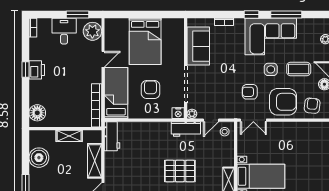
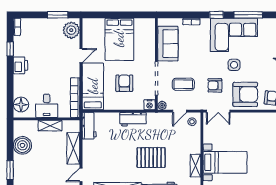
desk: (64, 31) -> (47, 106), moved, turned 180
window: (25, 69) -> (10, 49), moved
coffee table: (299, 69) -> (183, 84), moved
workbench: (186, 129) -> (133, 119), moved

